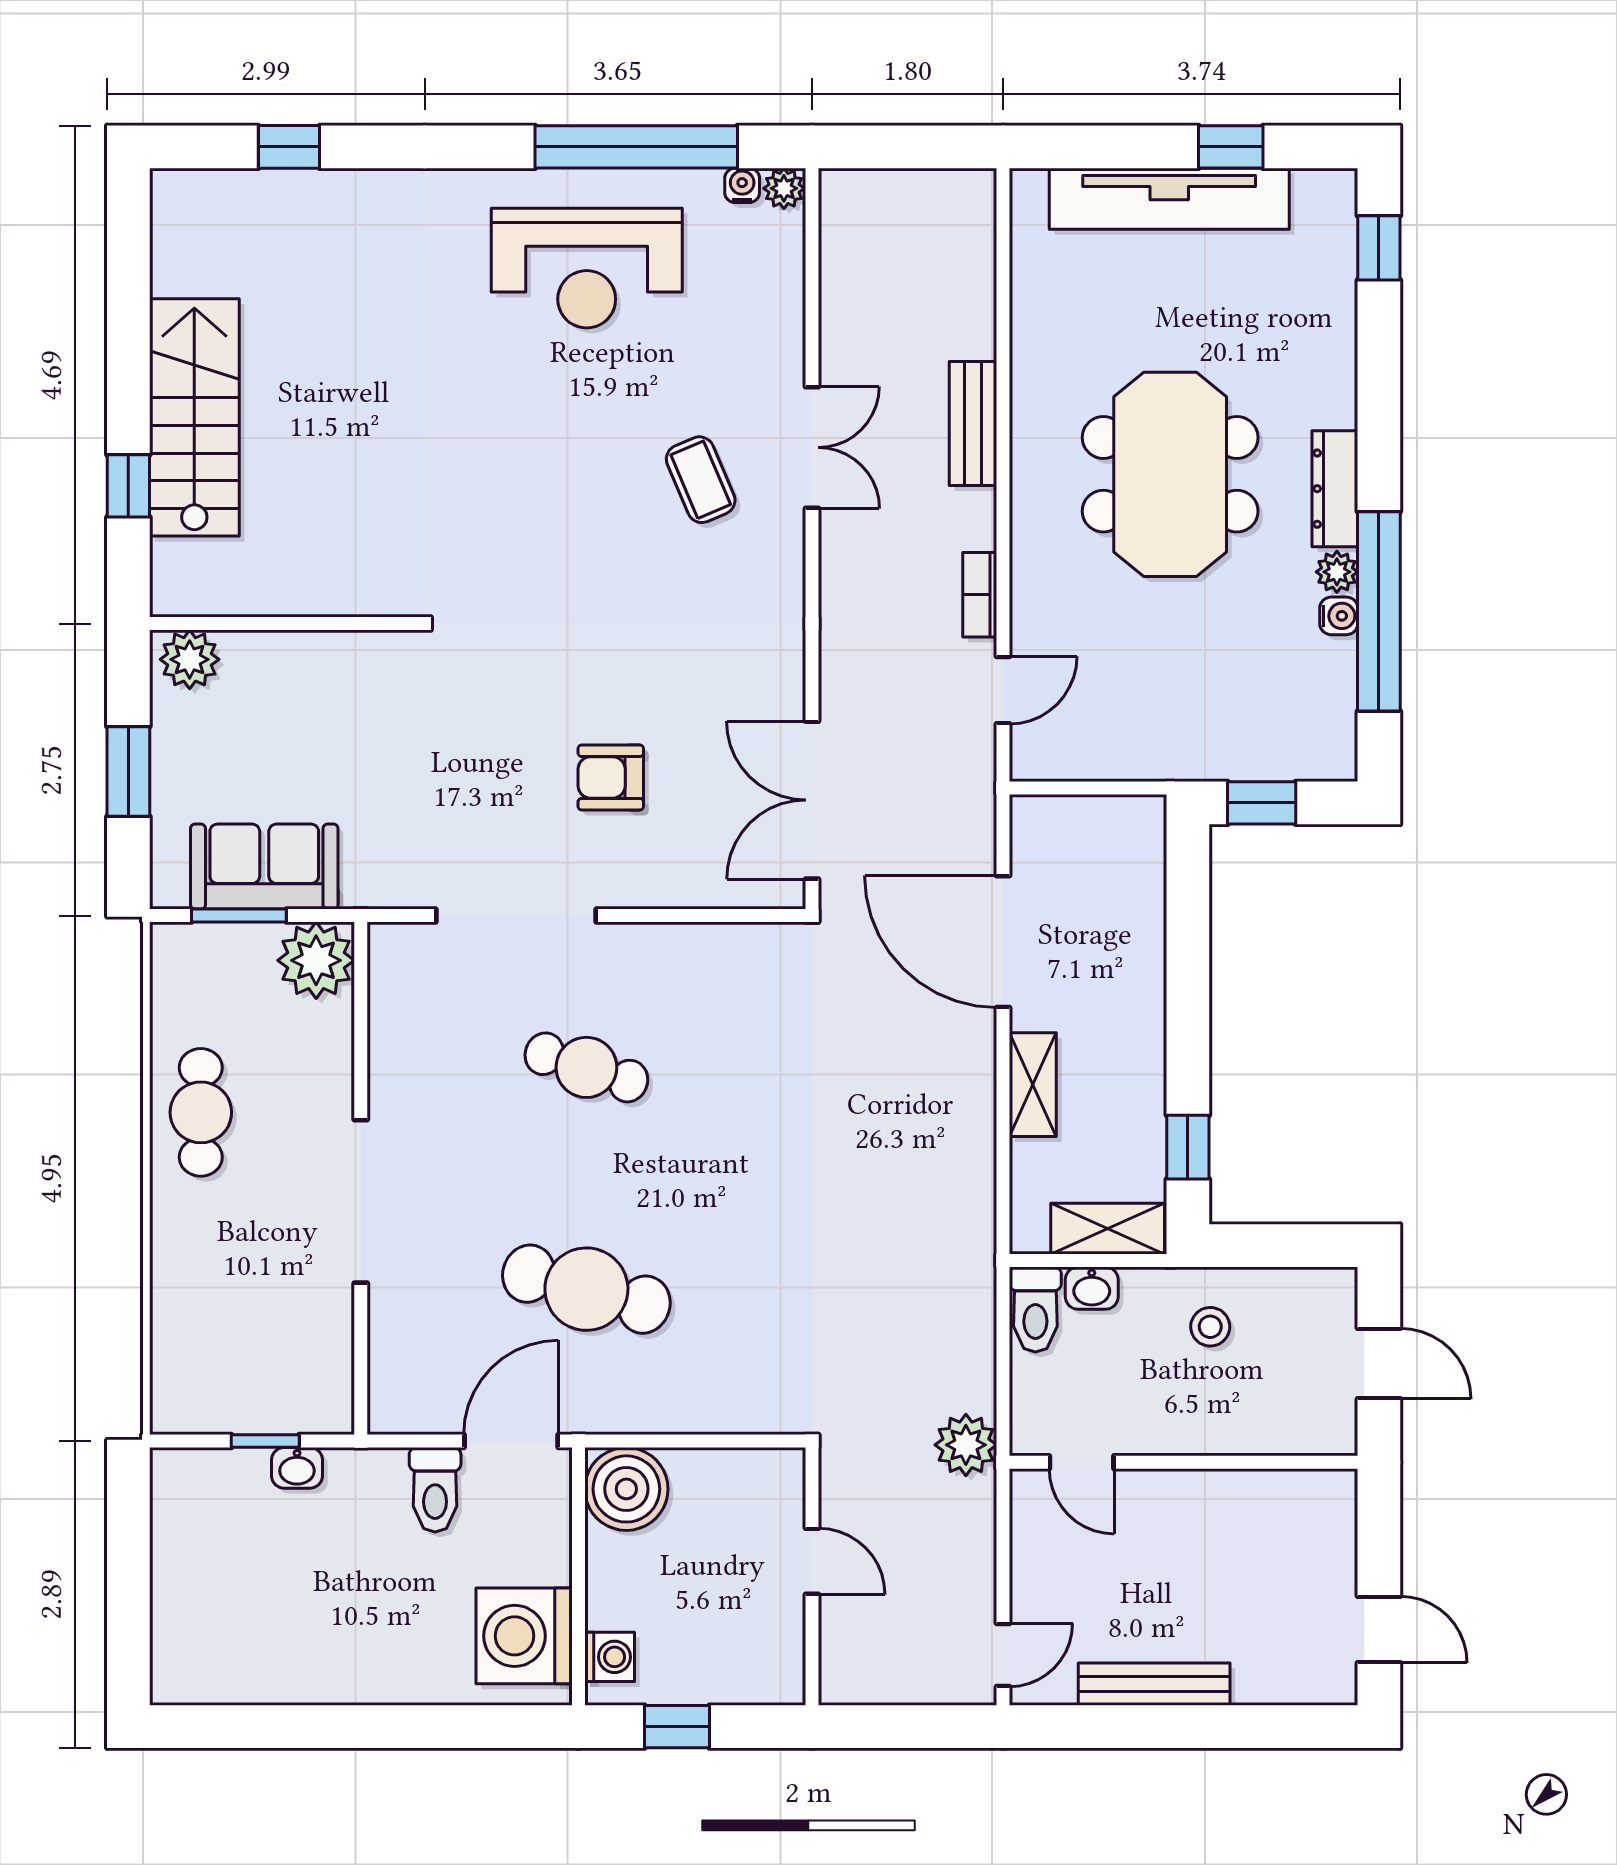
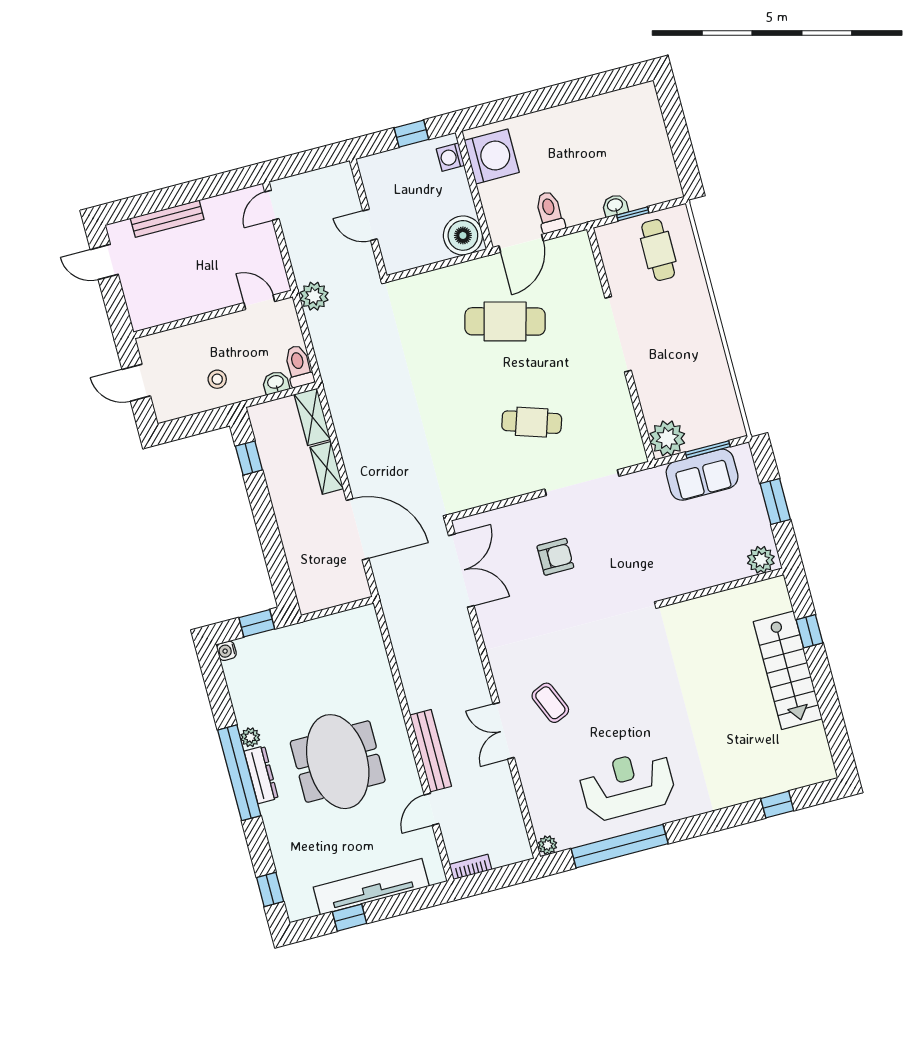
water cooler: (742, 185) -> (567, 841), removed
bench: (973, 424) -> (431, 751), width x1.36
bookcase: (980, 595) -> (471, 867), moved, turned -90
window: (1379, 611) -> (239, 773), moved
water cooler: (1339, 616) -> (226, 651), moved
door: (1003, 690) -> (431, 809), moved
cafe table: (201, 1112) -> (658, 250), moved
shelving: (1108, 1229) -> (312, 417), moved, turned 90
bench: (1154, 1684) -> (167, 219), moved

